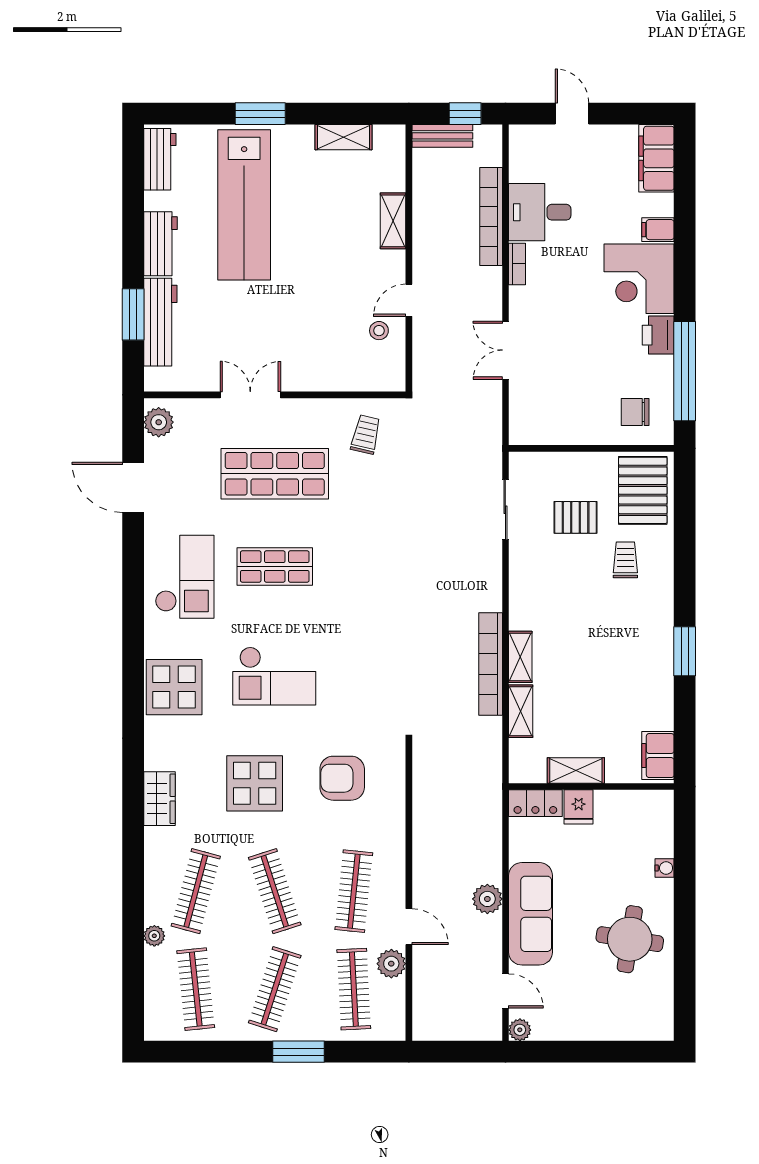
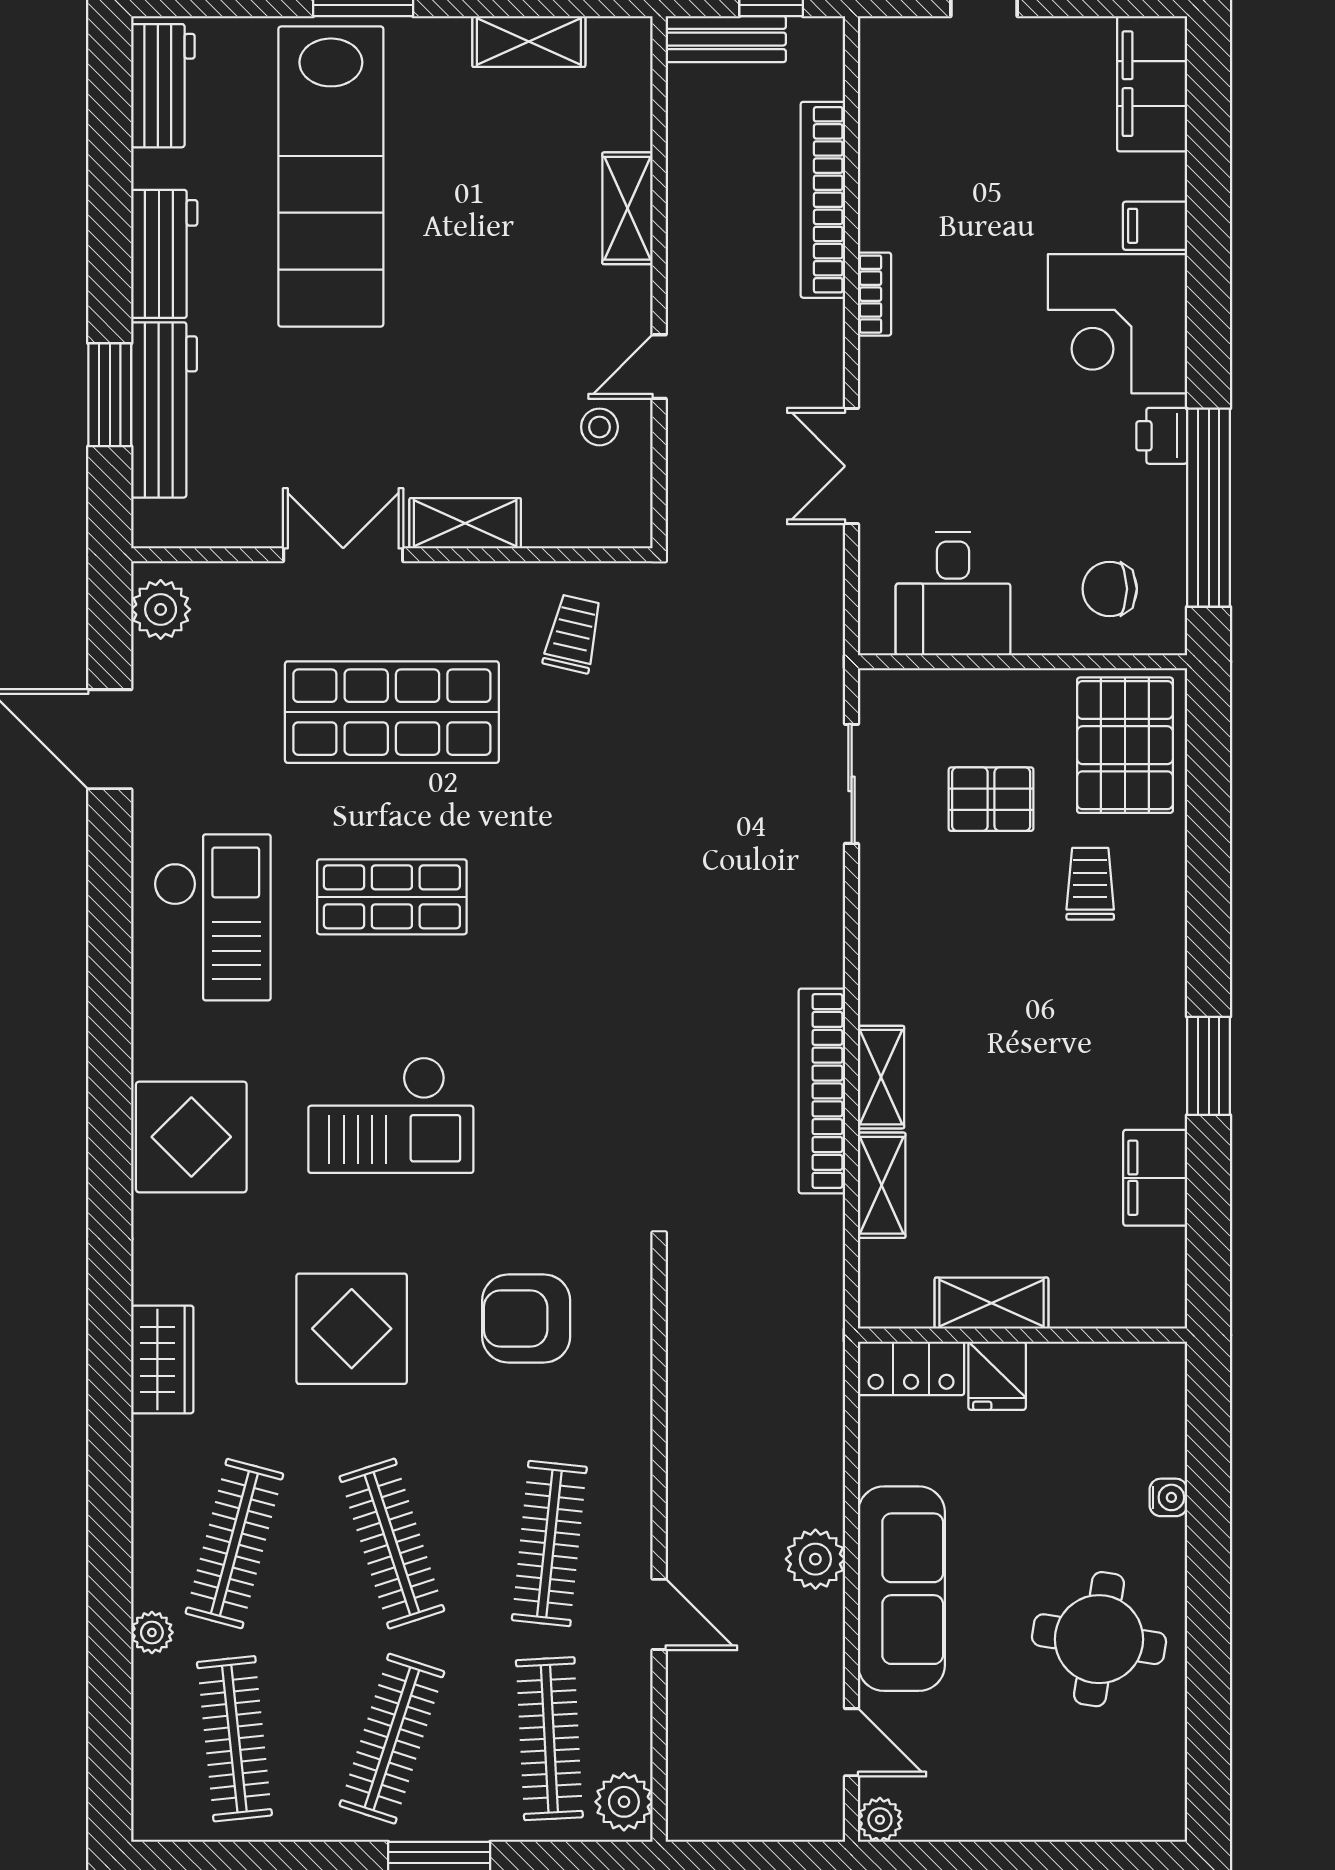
desk: (540, 212) -> (953, 593), moved, turned -90
printer: (658, 335) -> (1162, 436), width x0.73, depth x0.81
shelving: (312, 379) -> (465, 523), added
filing cabinet: (658, 756) -> (1155, 1178), moved
plant: (391, 964) -> (624, 1802), moved

